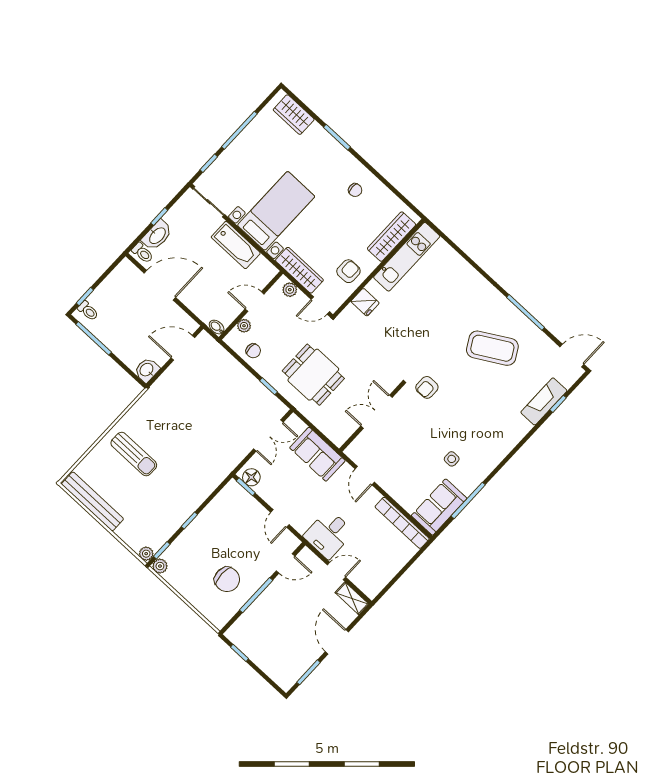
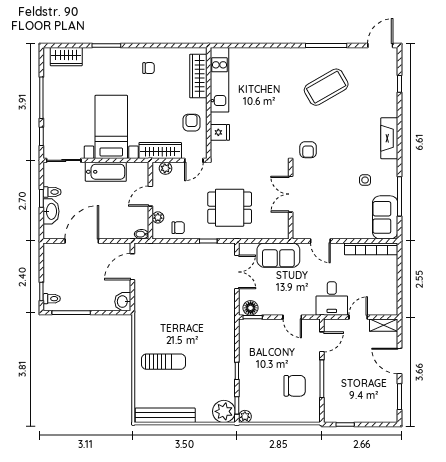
toilet: (143, 253) -> (52, 192), moved
fireplace: (544, 401) -> (389, 138), moved
plant: (146, 554) -> (224, 411), width x1.87, depth x1.87

